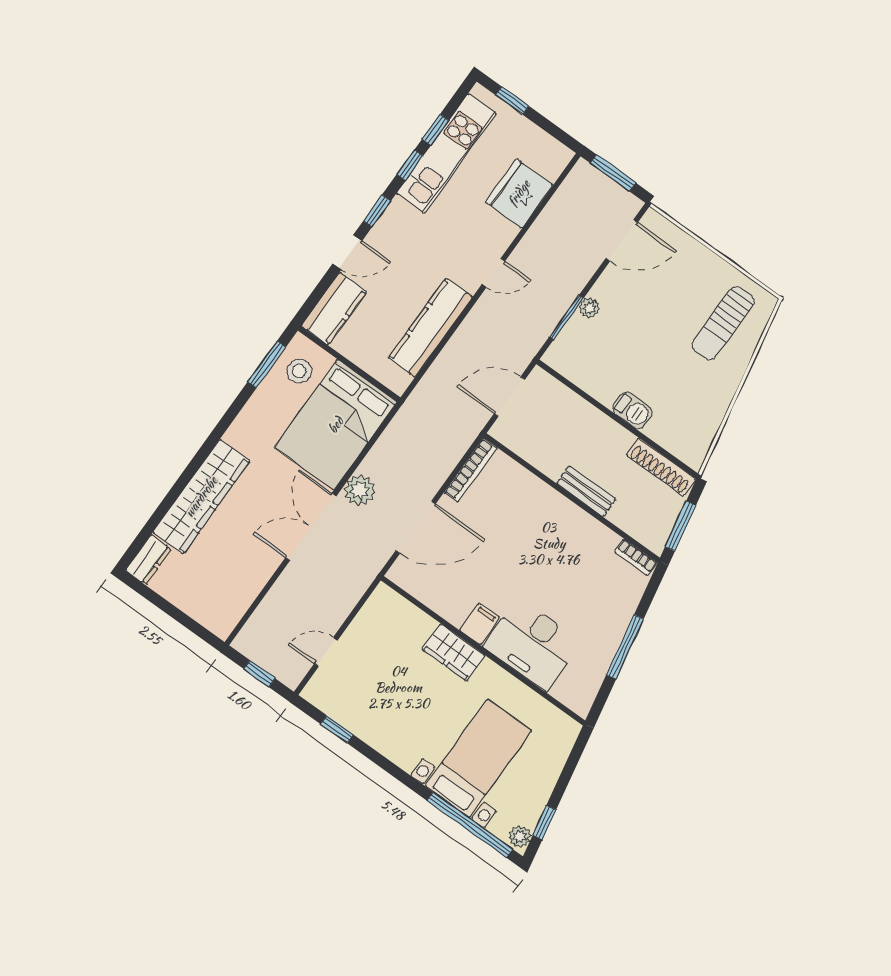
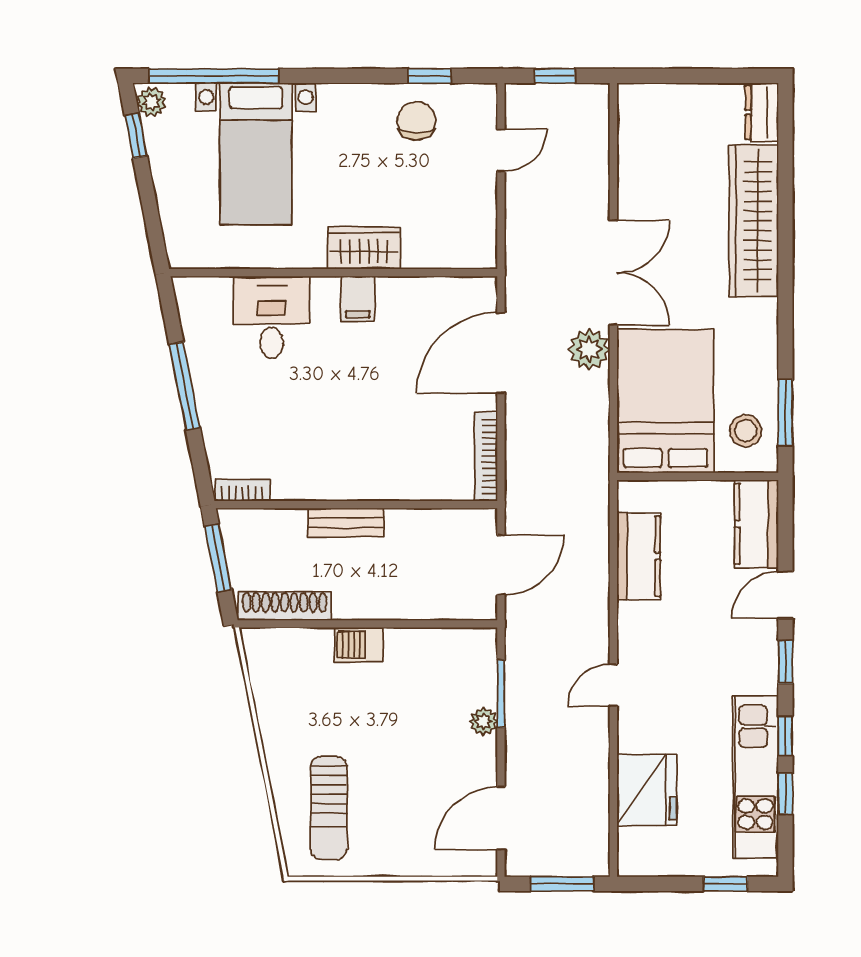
sun lounger: (723, 323) -> (329, 808), turned 180
kitchen counter: (430, 328) -> (639, 556), width x0.67
desk: (532, 644) -> (272, 317), width x0.73
chair: (365, 708) -> (416, 121), added

